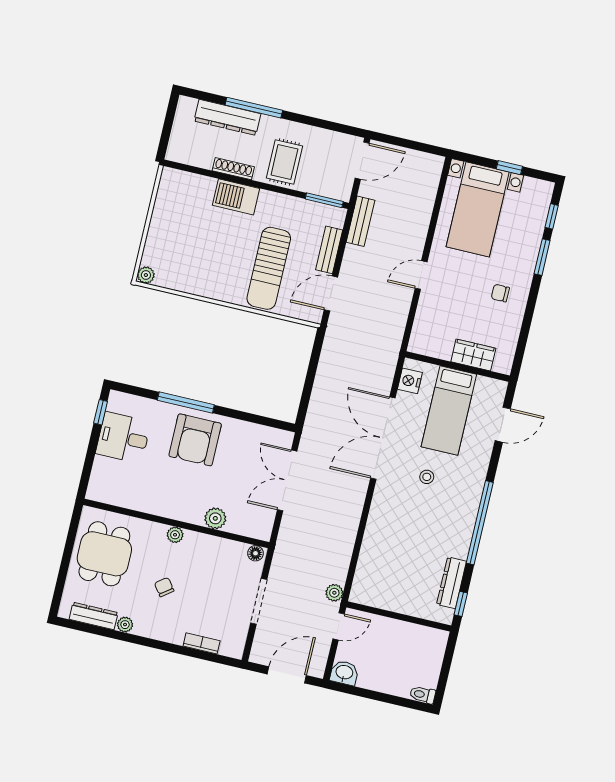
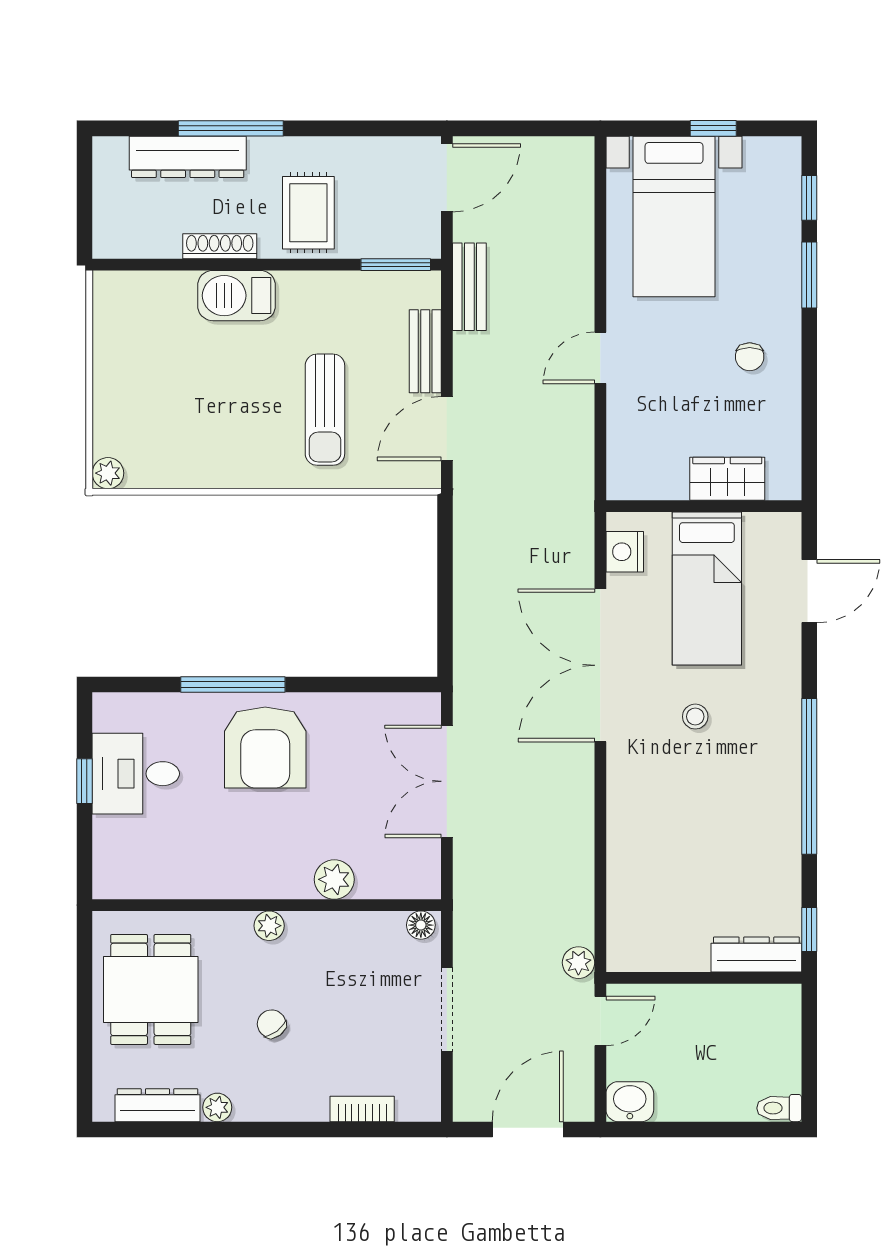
sun lounger: (269, 268) -> (325, 410), width x0.73, depth x0.75
chair: (500, 293) -> (750, 357), turned -90
window: (101, 412) -> (84, 781), moved
dresser: (451, 583) -> (756, 954), moved, turned 90

